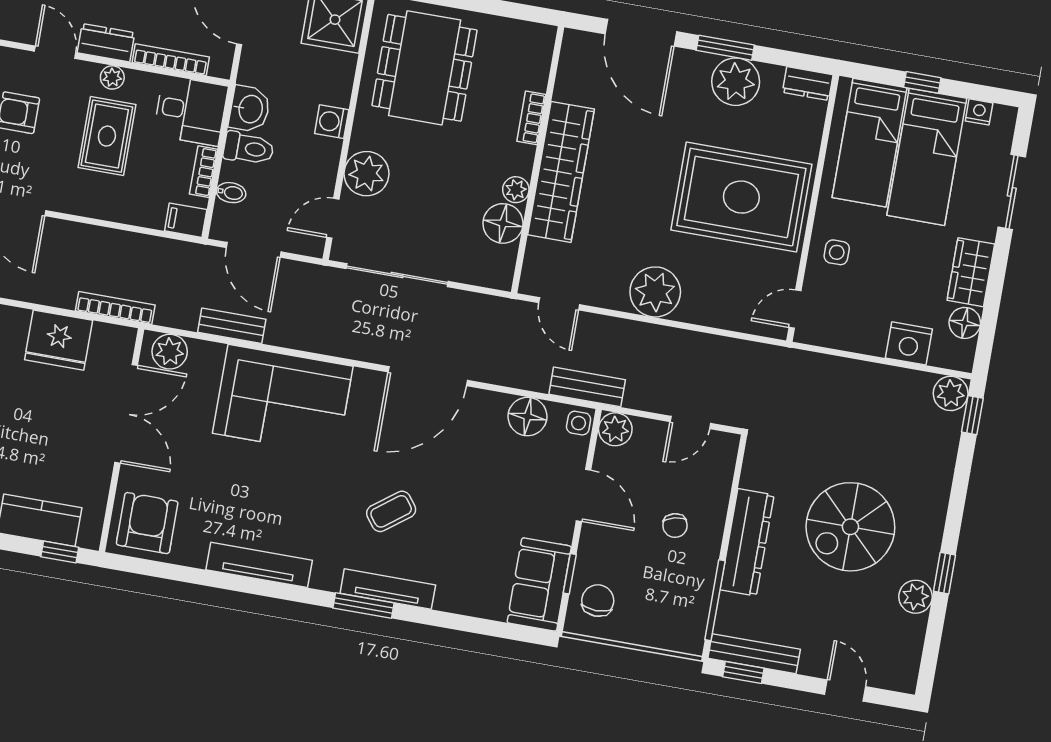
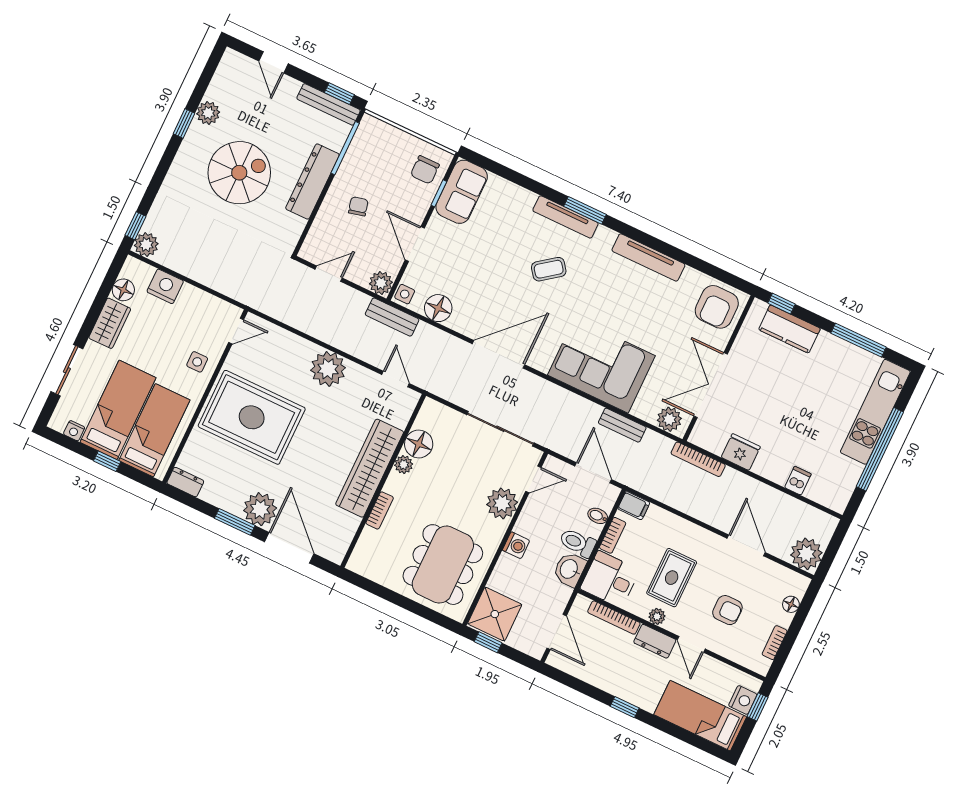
plant: (736, 82) -> (260, 509), moved
fridge: (59, 340) -> (741, 452), width x0.73, depth x0.75

